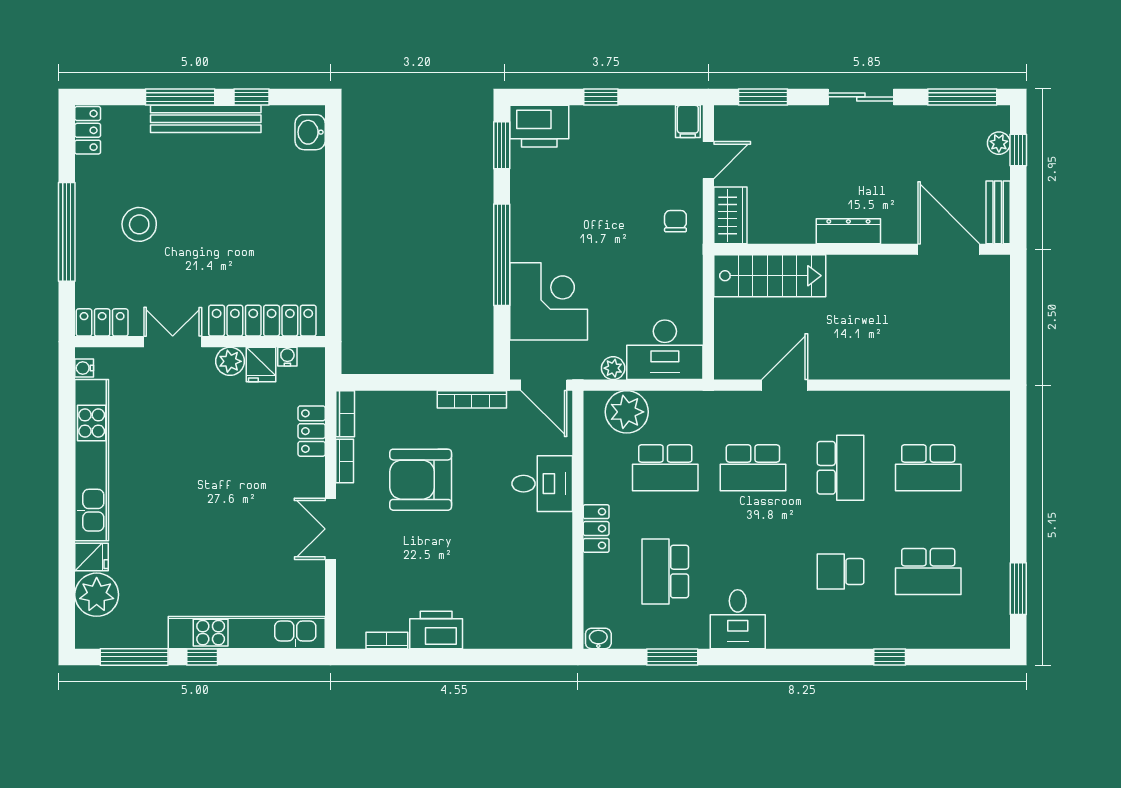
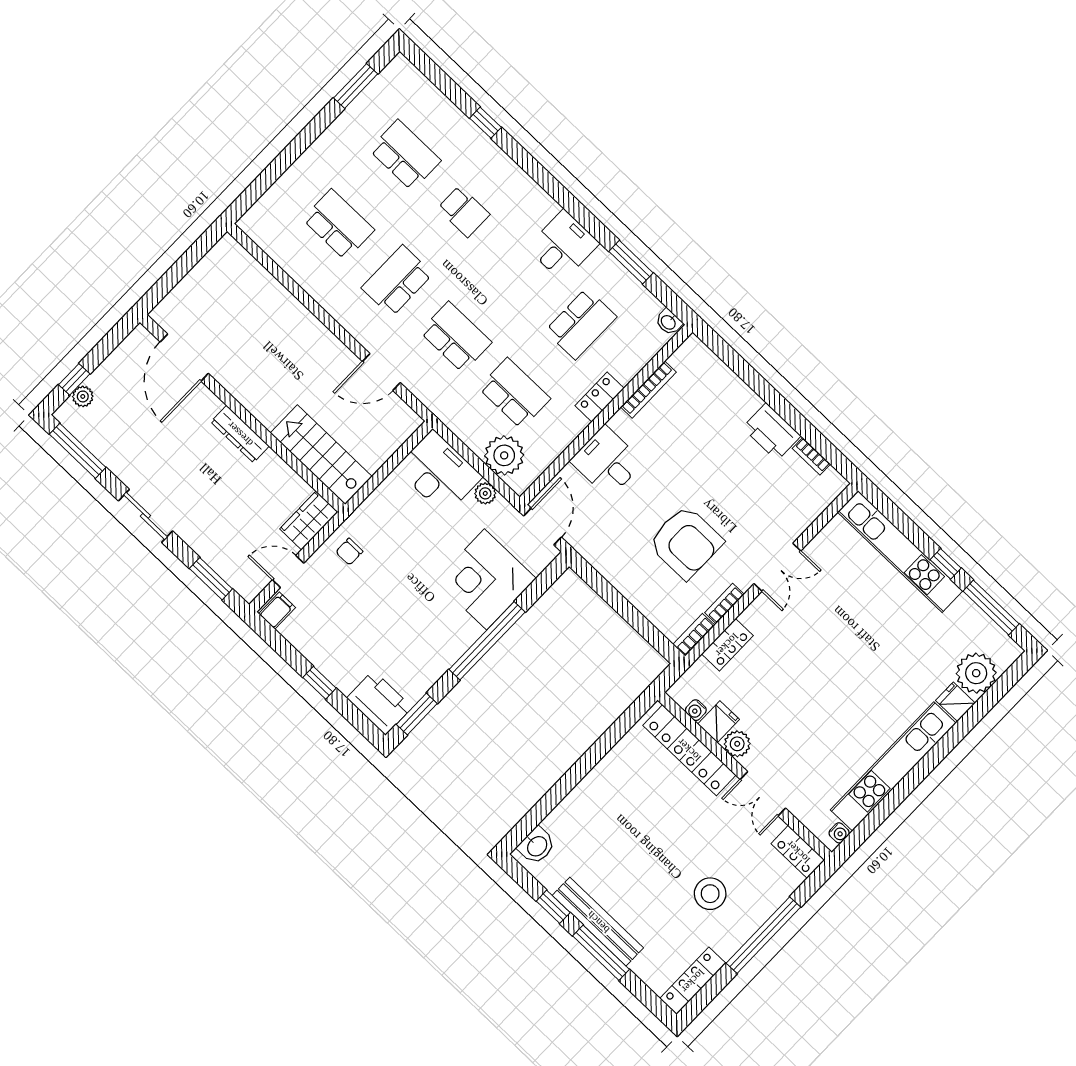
locker: (88, 130) -> (693, 981), width x1.53
bench: (998, 212) -> (128, 351), removed
bookcase: (472, 399) -> (648, 390), moved, turned 90

